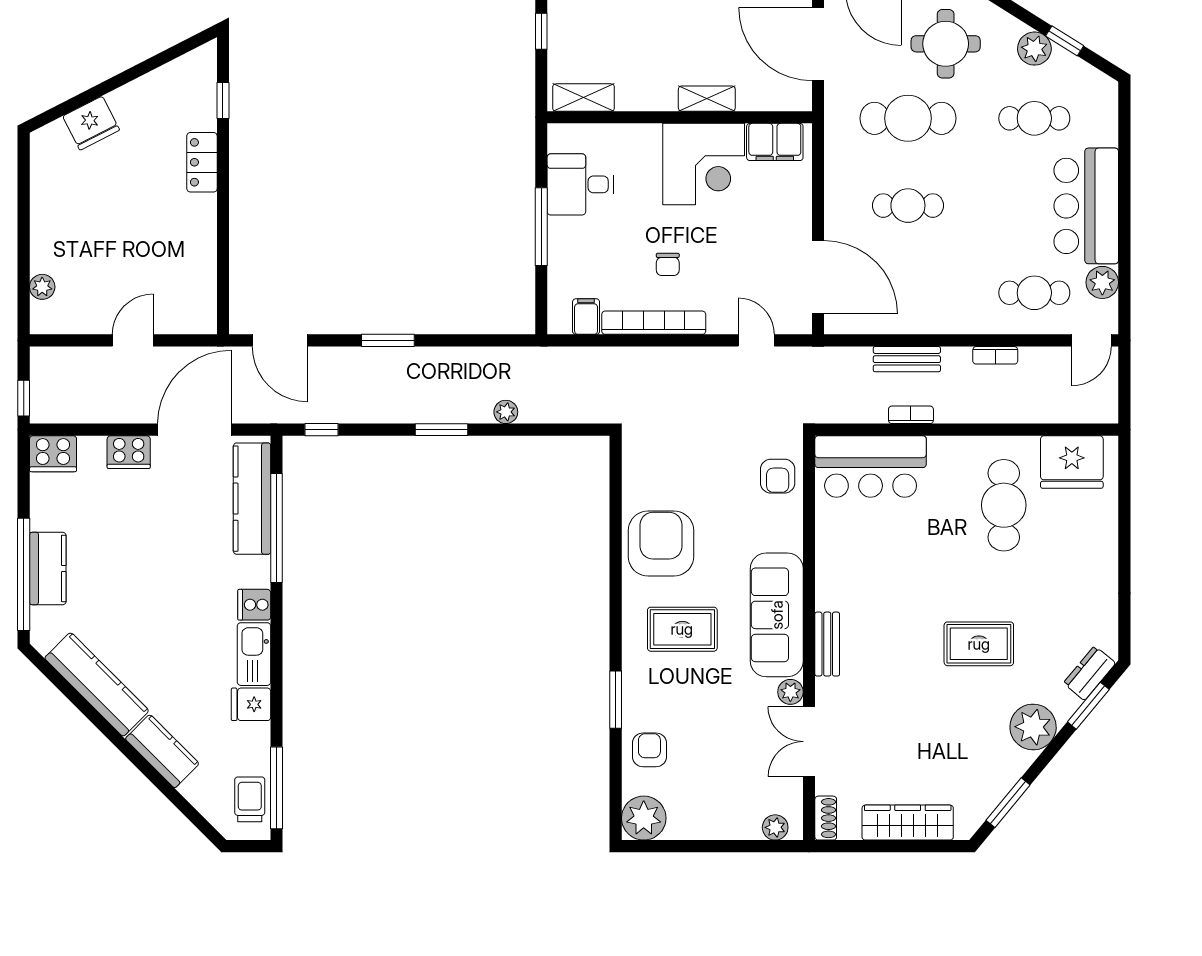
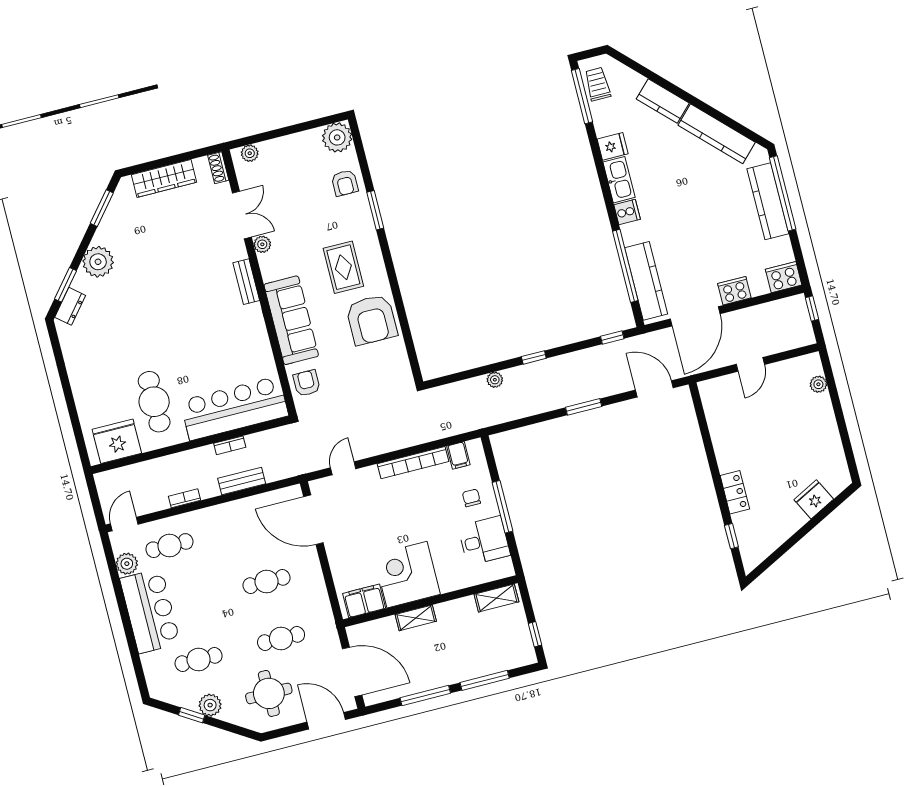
cafe table: (908, 118) -> (281, 638), width x0.73, depth x0.74
chair: (668, 264) -> (471, 498), moved
door: (756, 340) -> (343, 468), swing flipped
window: (442, 430) -> (534, 357), width x0.67
bar counter: (871, 466) -> (234, 408), width x1.36
kitchen counter: (48, 568) -> (768, 201), width x1.50
sofa: (777, 615) -> (291, 320), moved
rug: (682, 629) -> (343, 267), turned 90
rug: (979, 644) -> (147, 307), removed
trolley: (250, 799) -> (598, 84), turned 180

